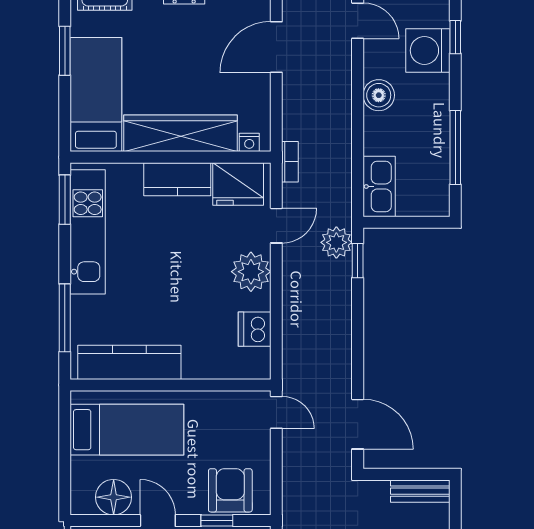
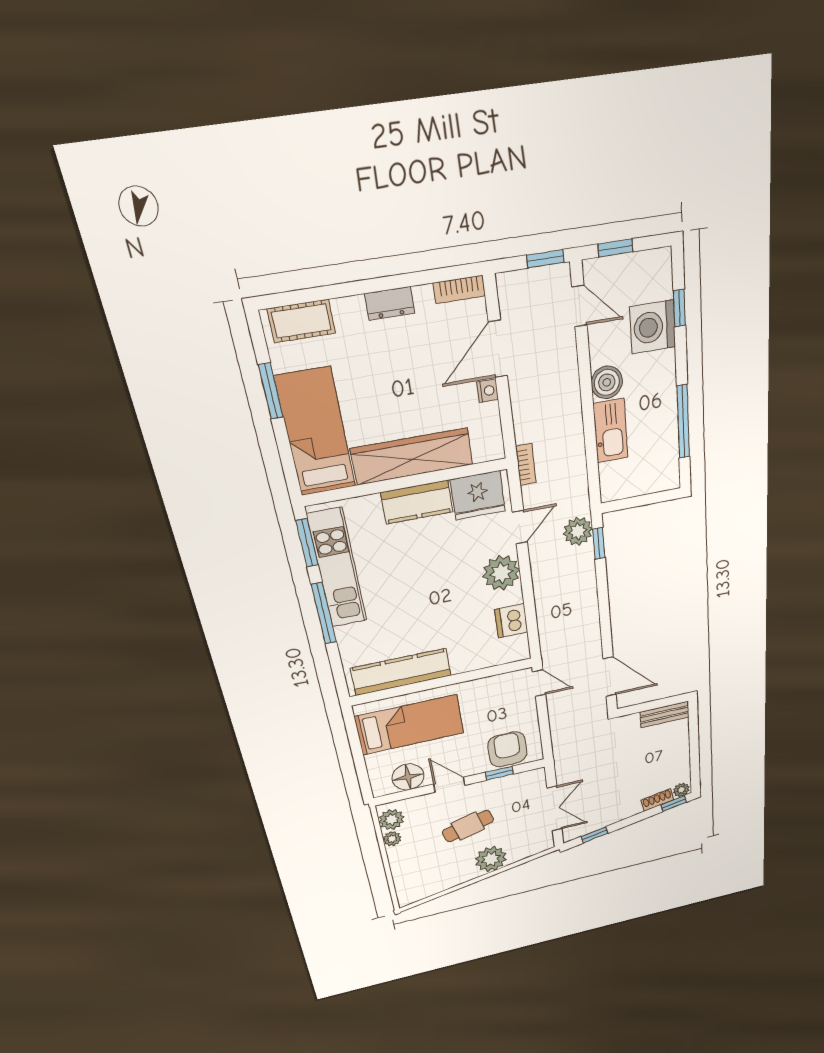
nightstand: (249, 142) -> (488, 391), moved, turned -90
kitchen sink: (379, 186) -> (611, 431), moved
window: (65, 318) -> (324, 613), moved

